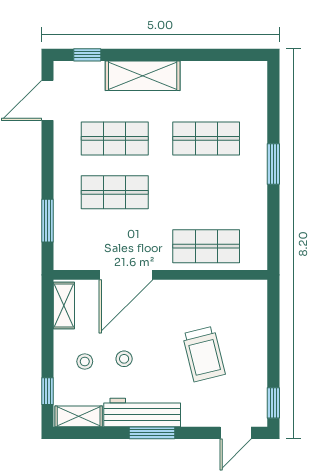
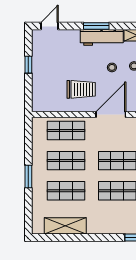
shelving: (143, 76) -> (65, 226), moved
shop shelf: (206, 192) -> (66, 161), added
trolley: (204, 354) -> (81, 89), moved, turned 104
window: (273, 403) -> (28, 65), moved

